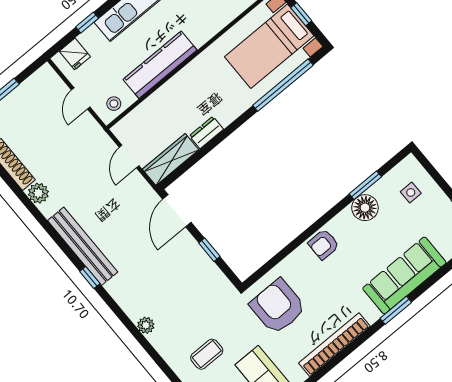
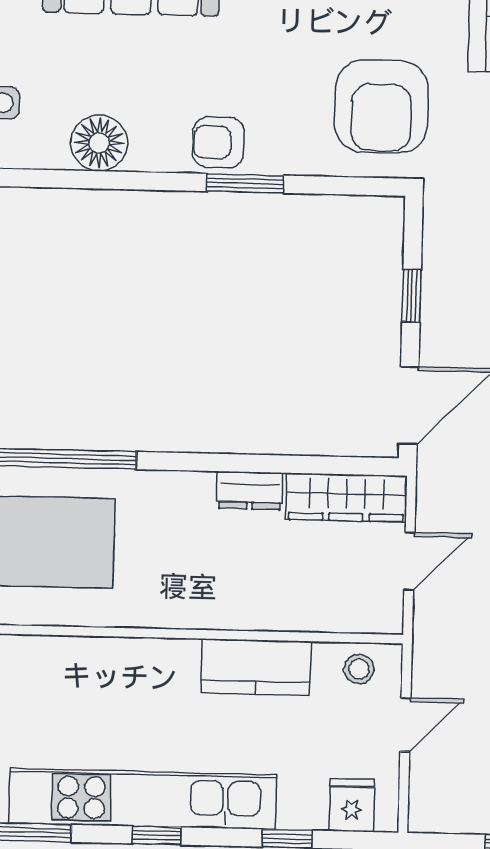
kitchen counter: (160, 65) -> (256, 667), width x0.67
window: (365, 185) -> (245, 183), moved
armchair: (324, 244) -> (218, 142), turned 180

